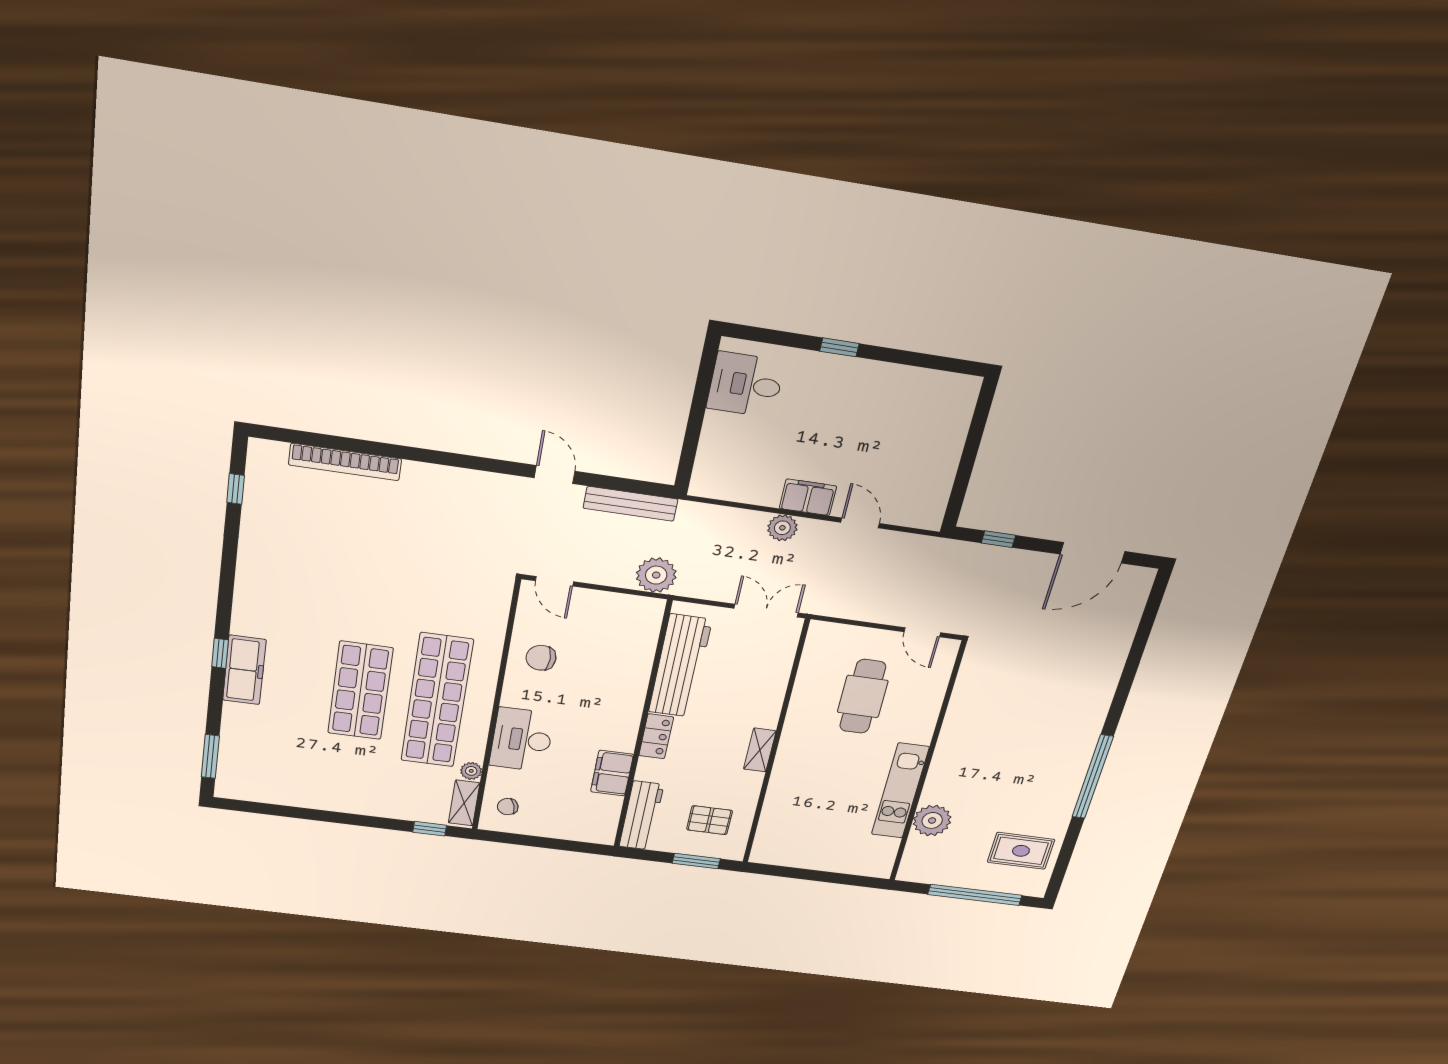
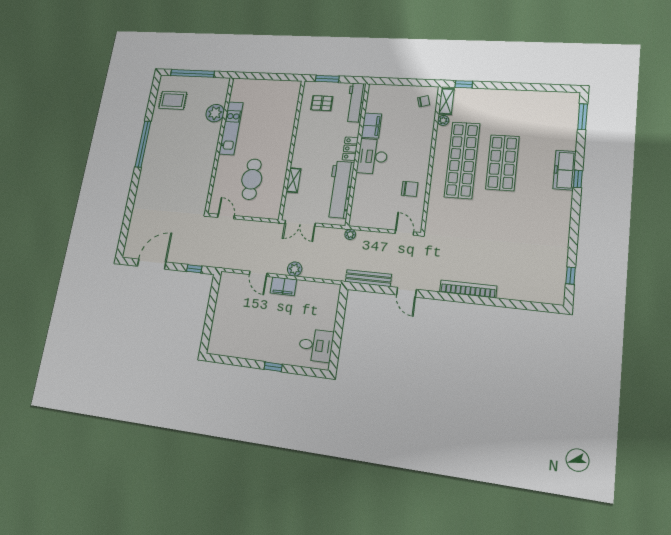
bookcase: (345, 462) -> (468, 289), moved
plant: (656, 575) -> (350, 234), width x0.53, depth x0.53
desk: (522, 740) -> (372, 156), moved, turned 180
shelving: (760, 750) -> (293, 180), moved

